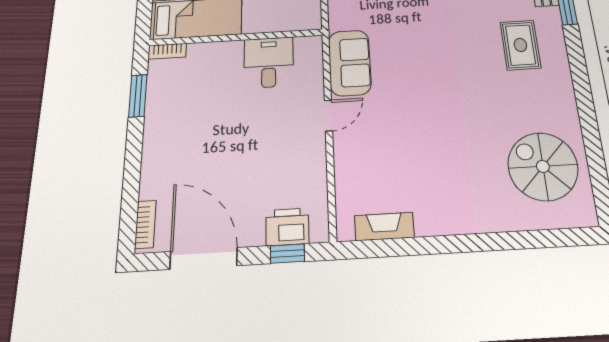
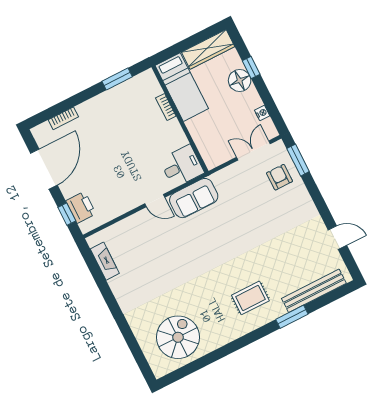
bookcase: (167, 51) -> (166, 107), moved
desk: (269, 62) -> (182, 166), moved
bookcase: (145, 224) -> (63, 118), moved

